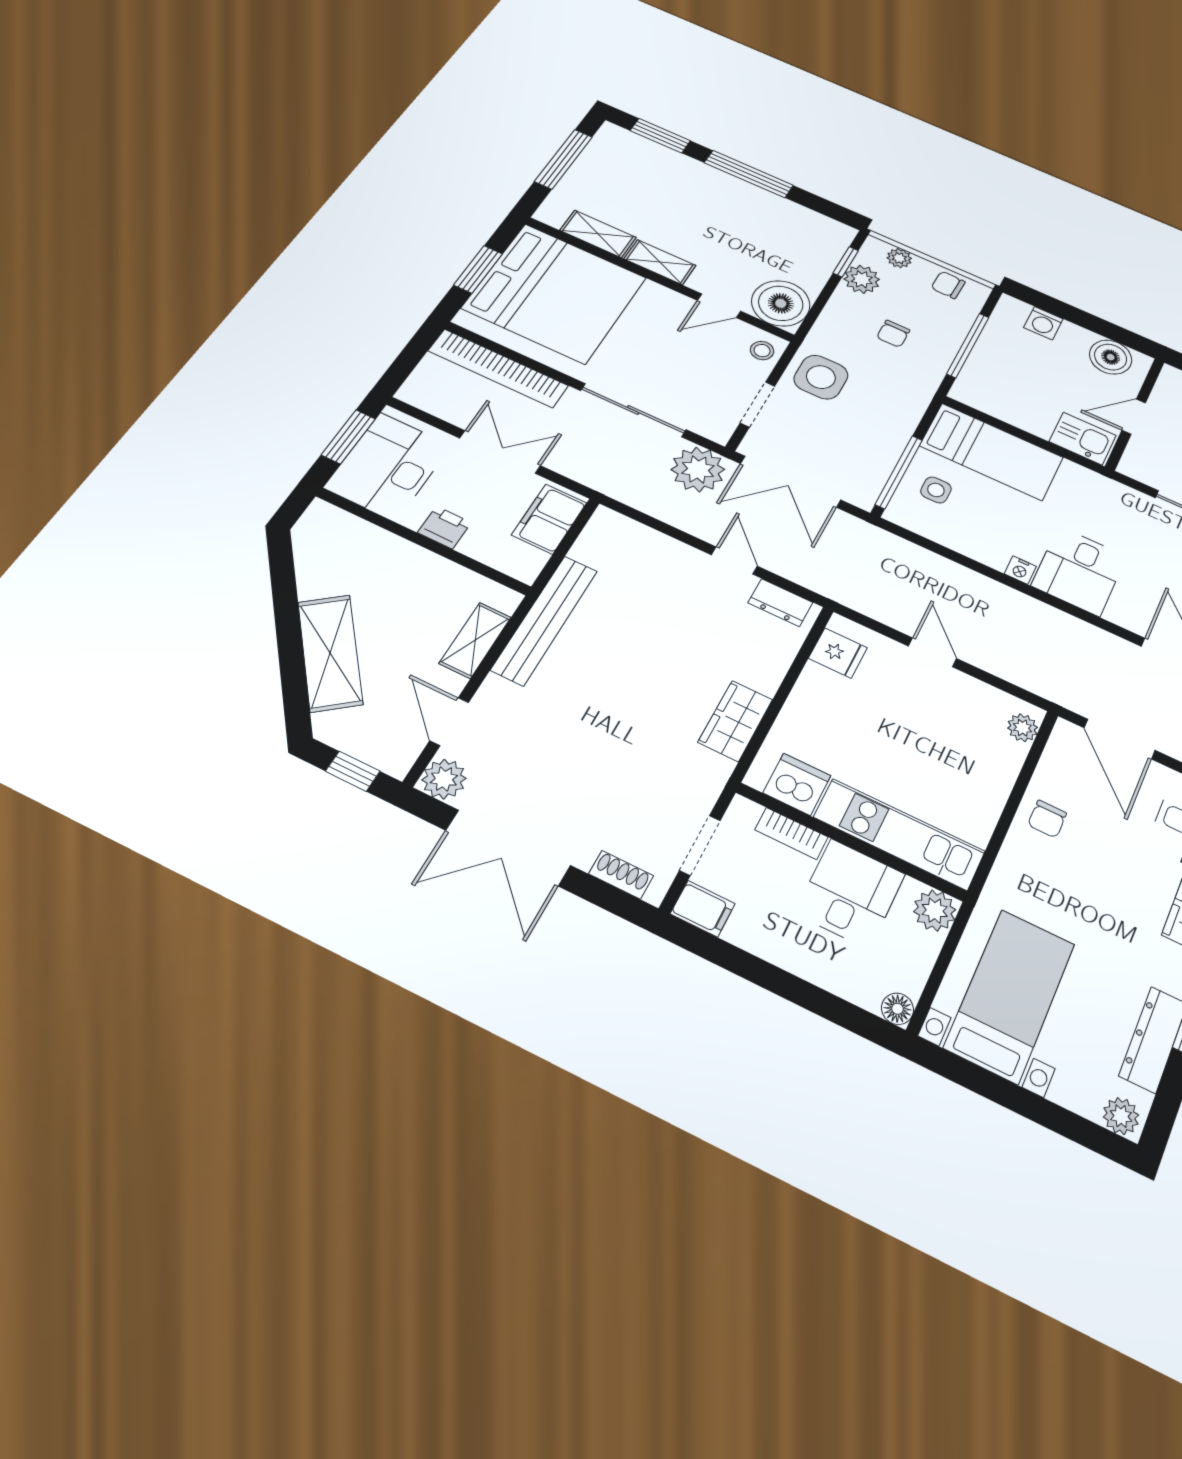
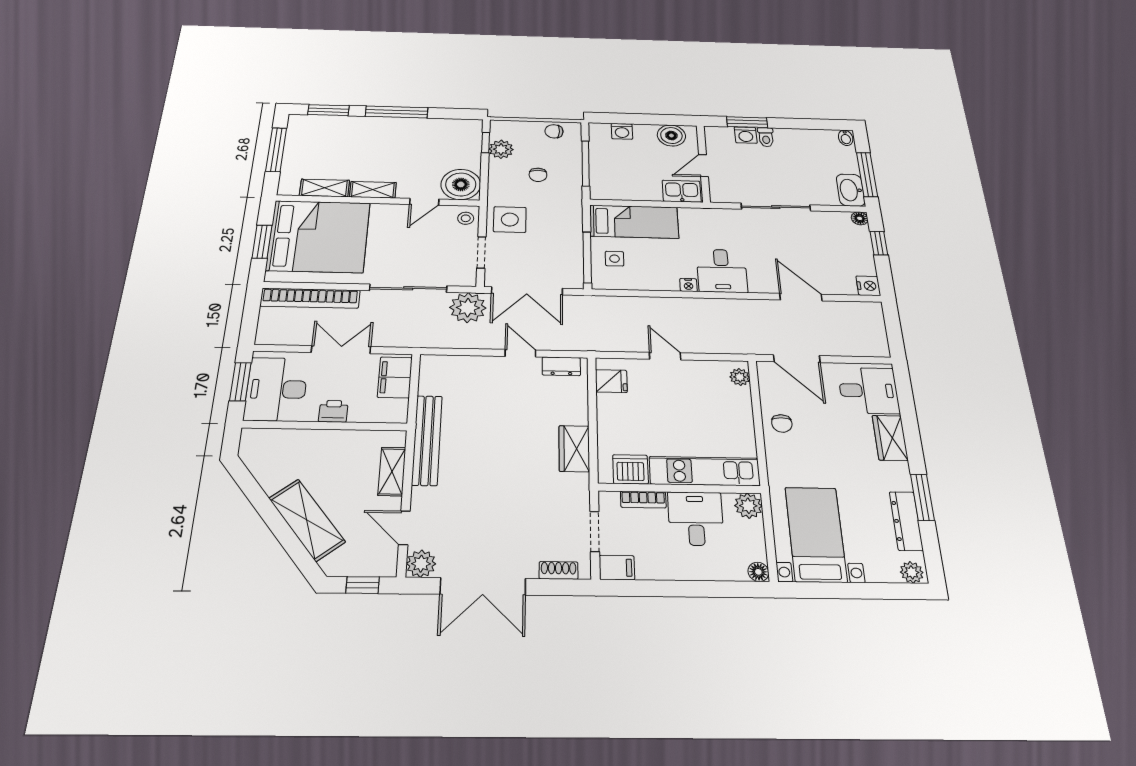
plant: (899, 258) -> (516, 127), removed

